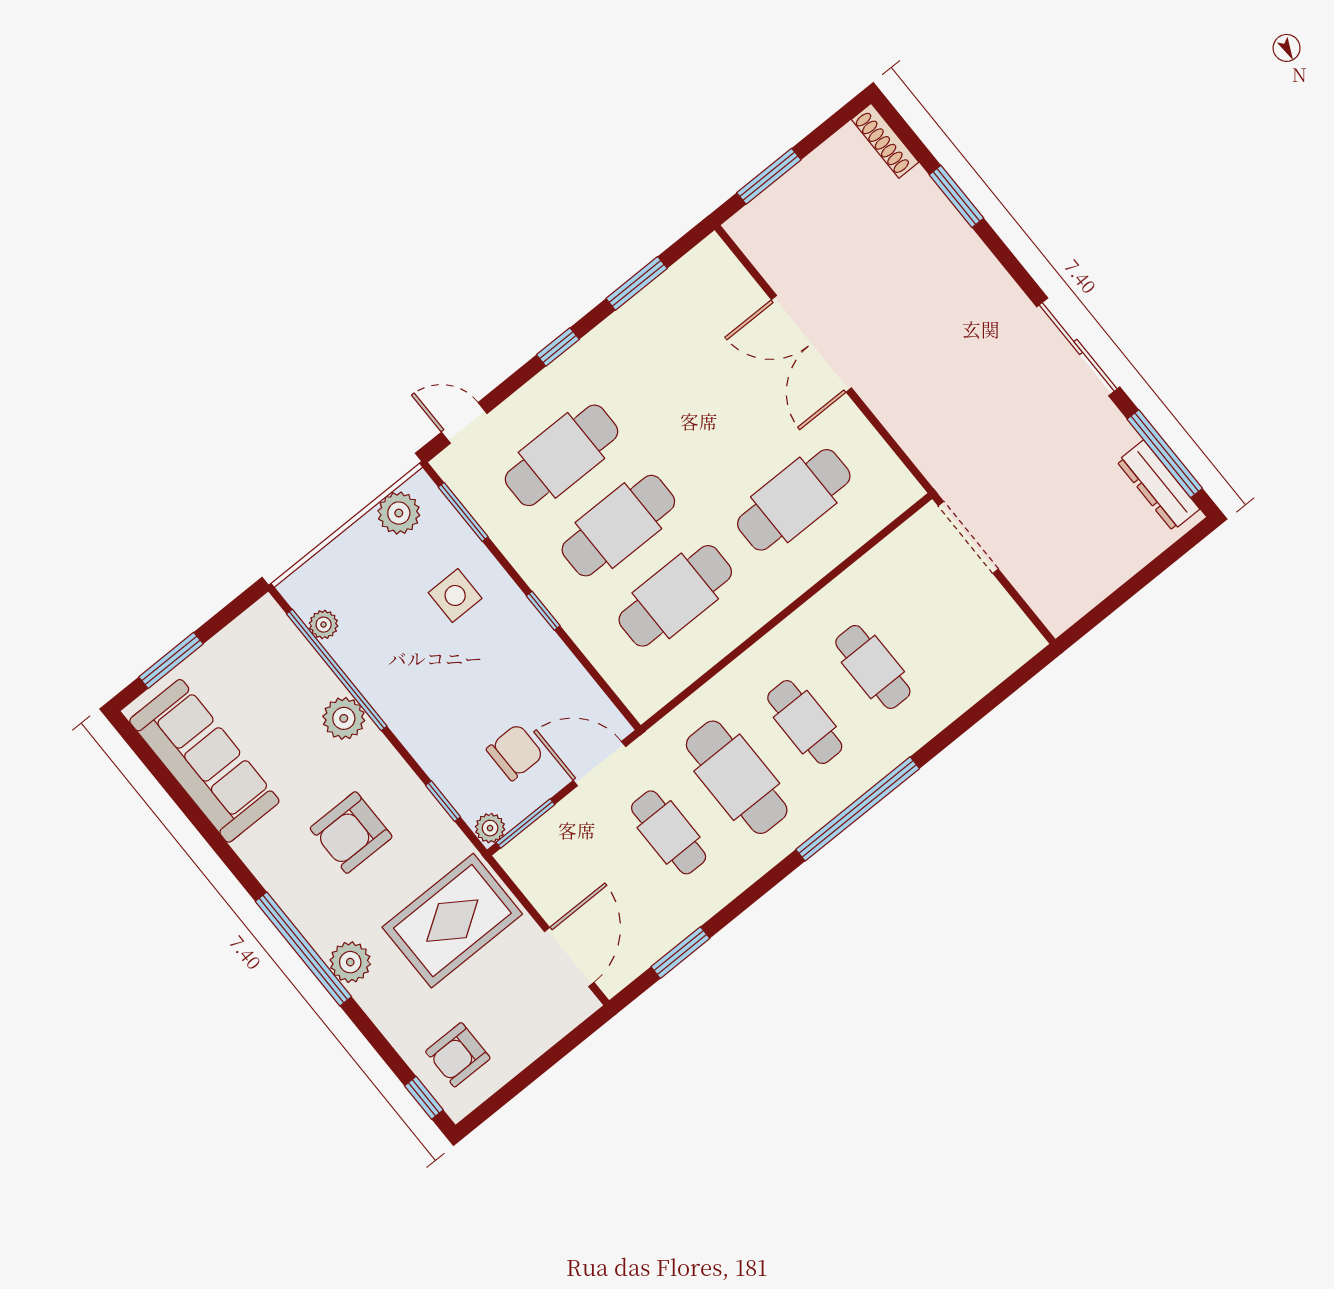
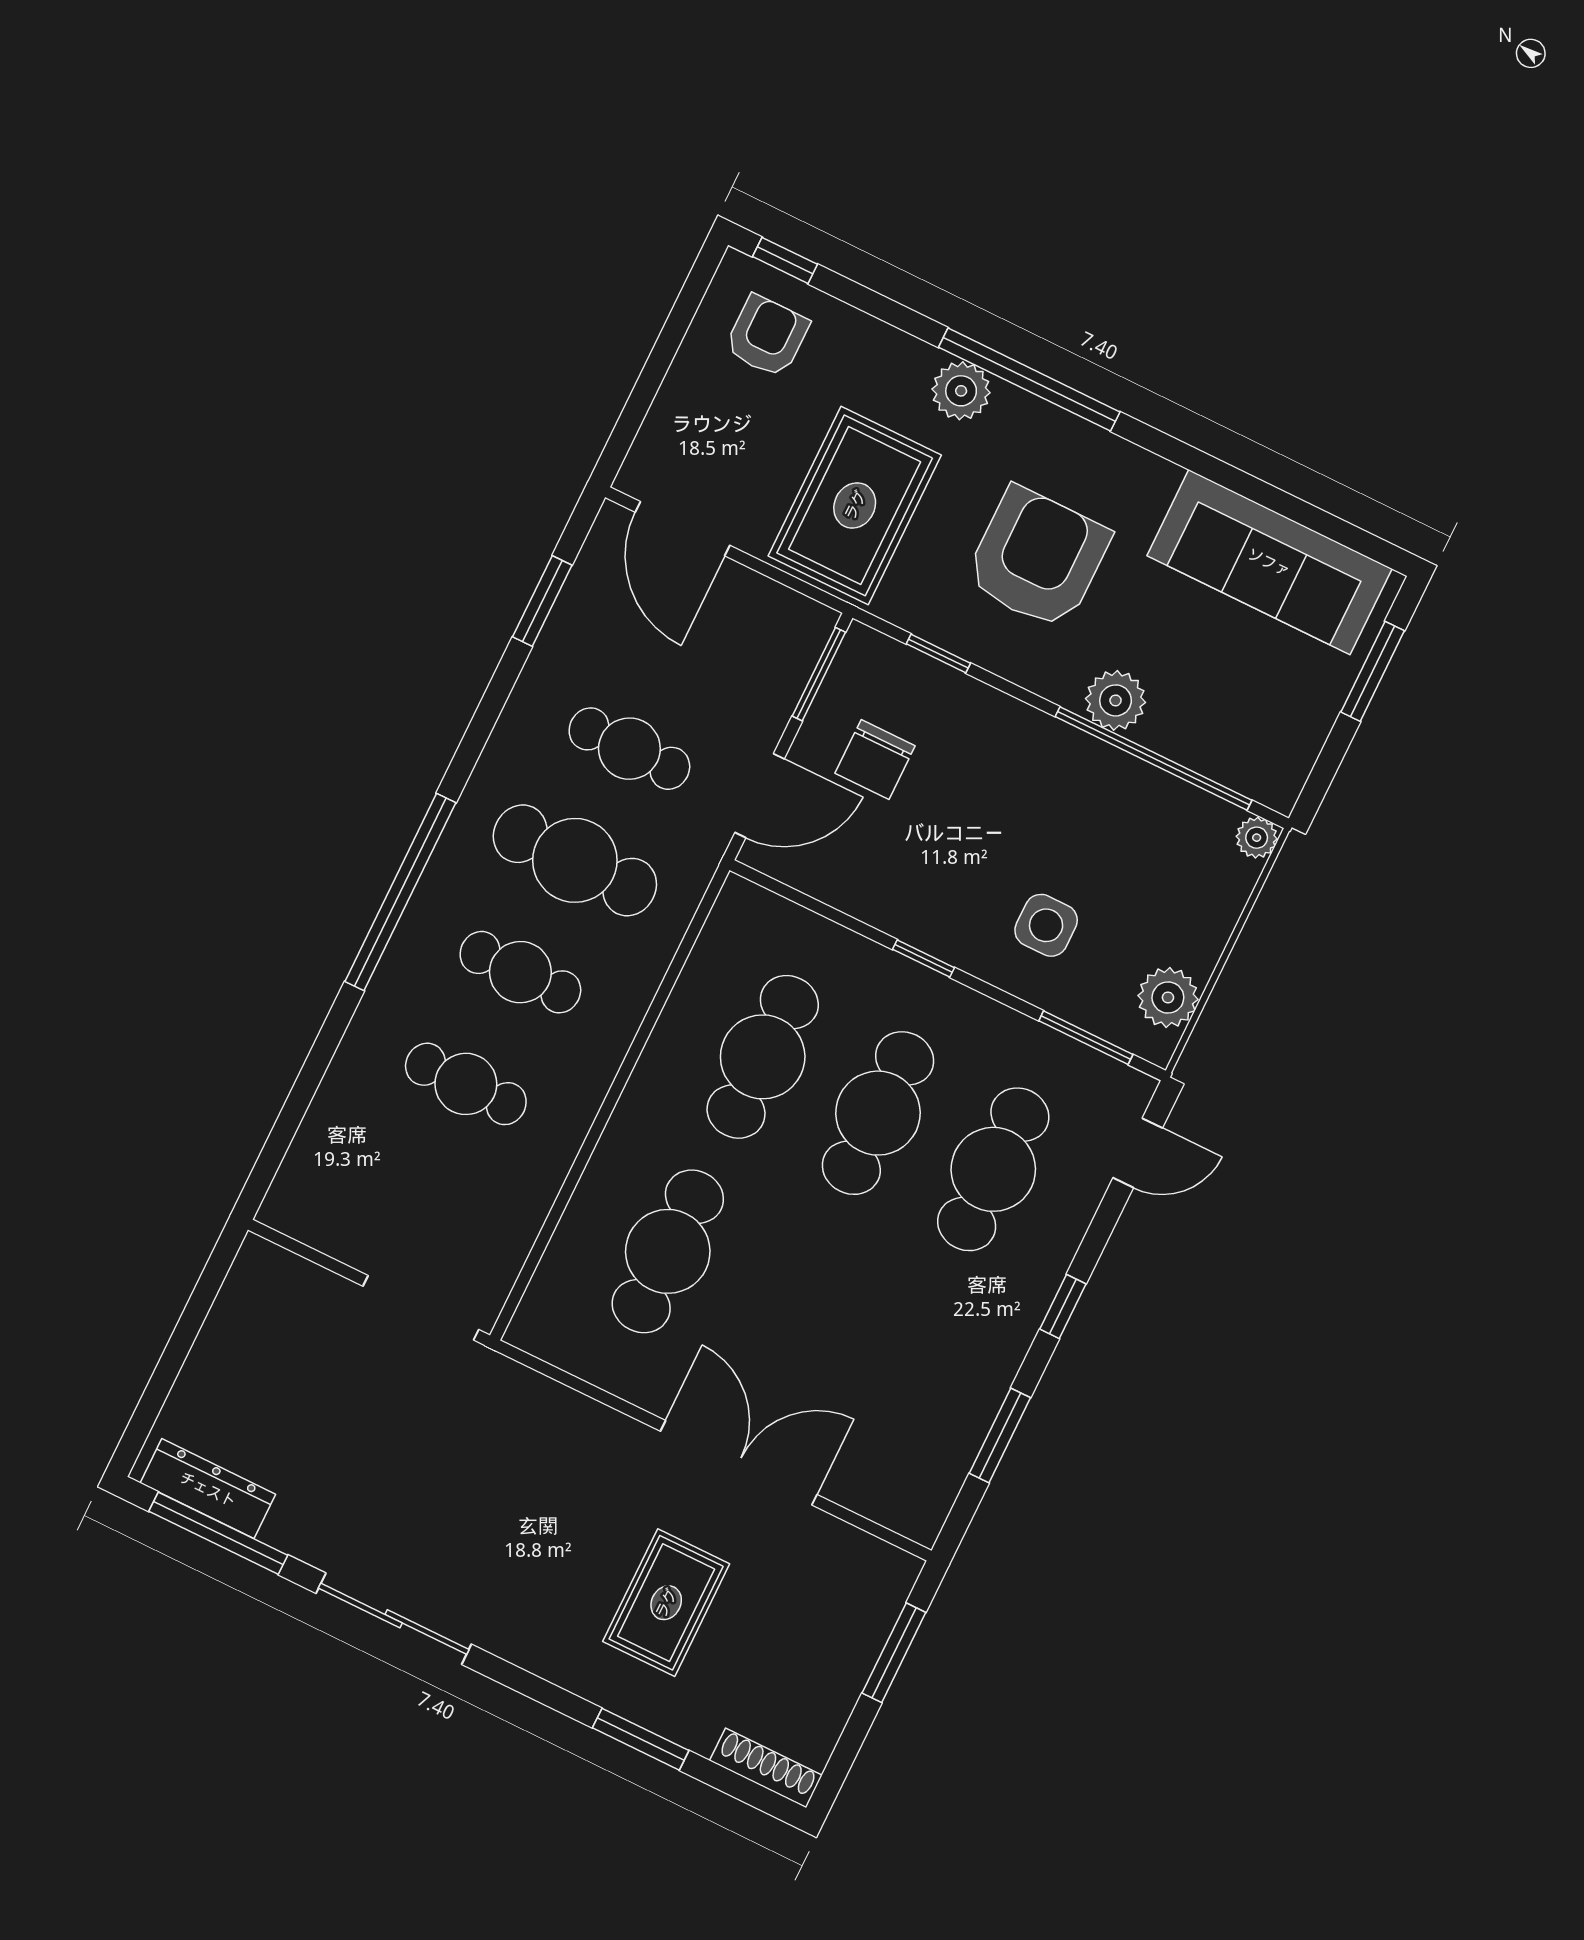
rug: (899, 276) -> (666, 1603), added
plant: (324, 625) -> (1257, 838), moved
plant: (490, 828) -> (862, 647), removed
armchair: (351, 832) -> (1038, 558), width x1.36, depth x1.36

